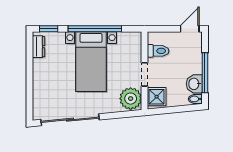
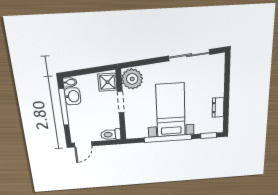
dresser: (39, 47) -> (218, 107), moved
toilet: (158, 51) -> (111, 135), moved
sliding door: (70, 120) -> (189, 55), width x0.73

